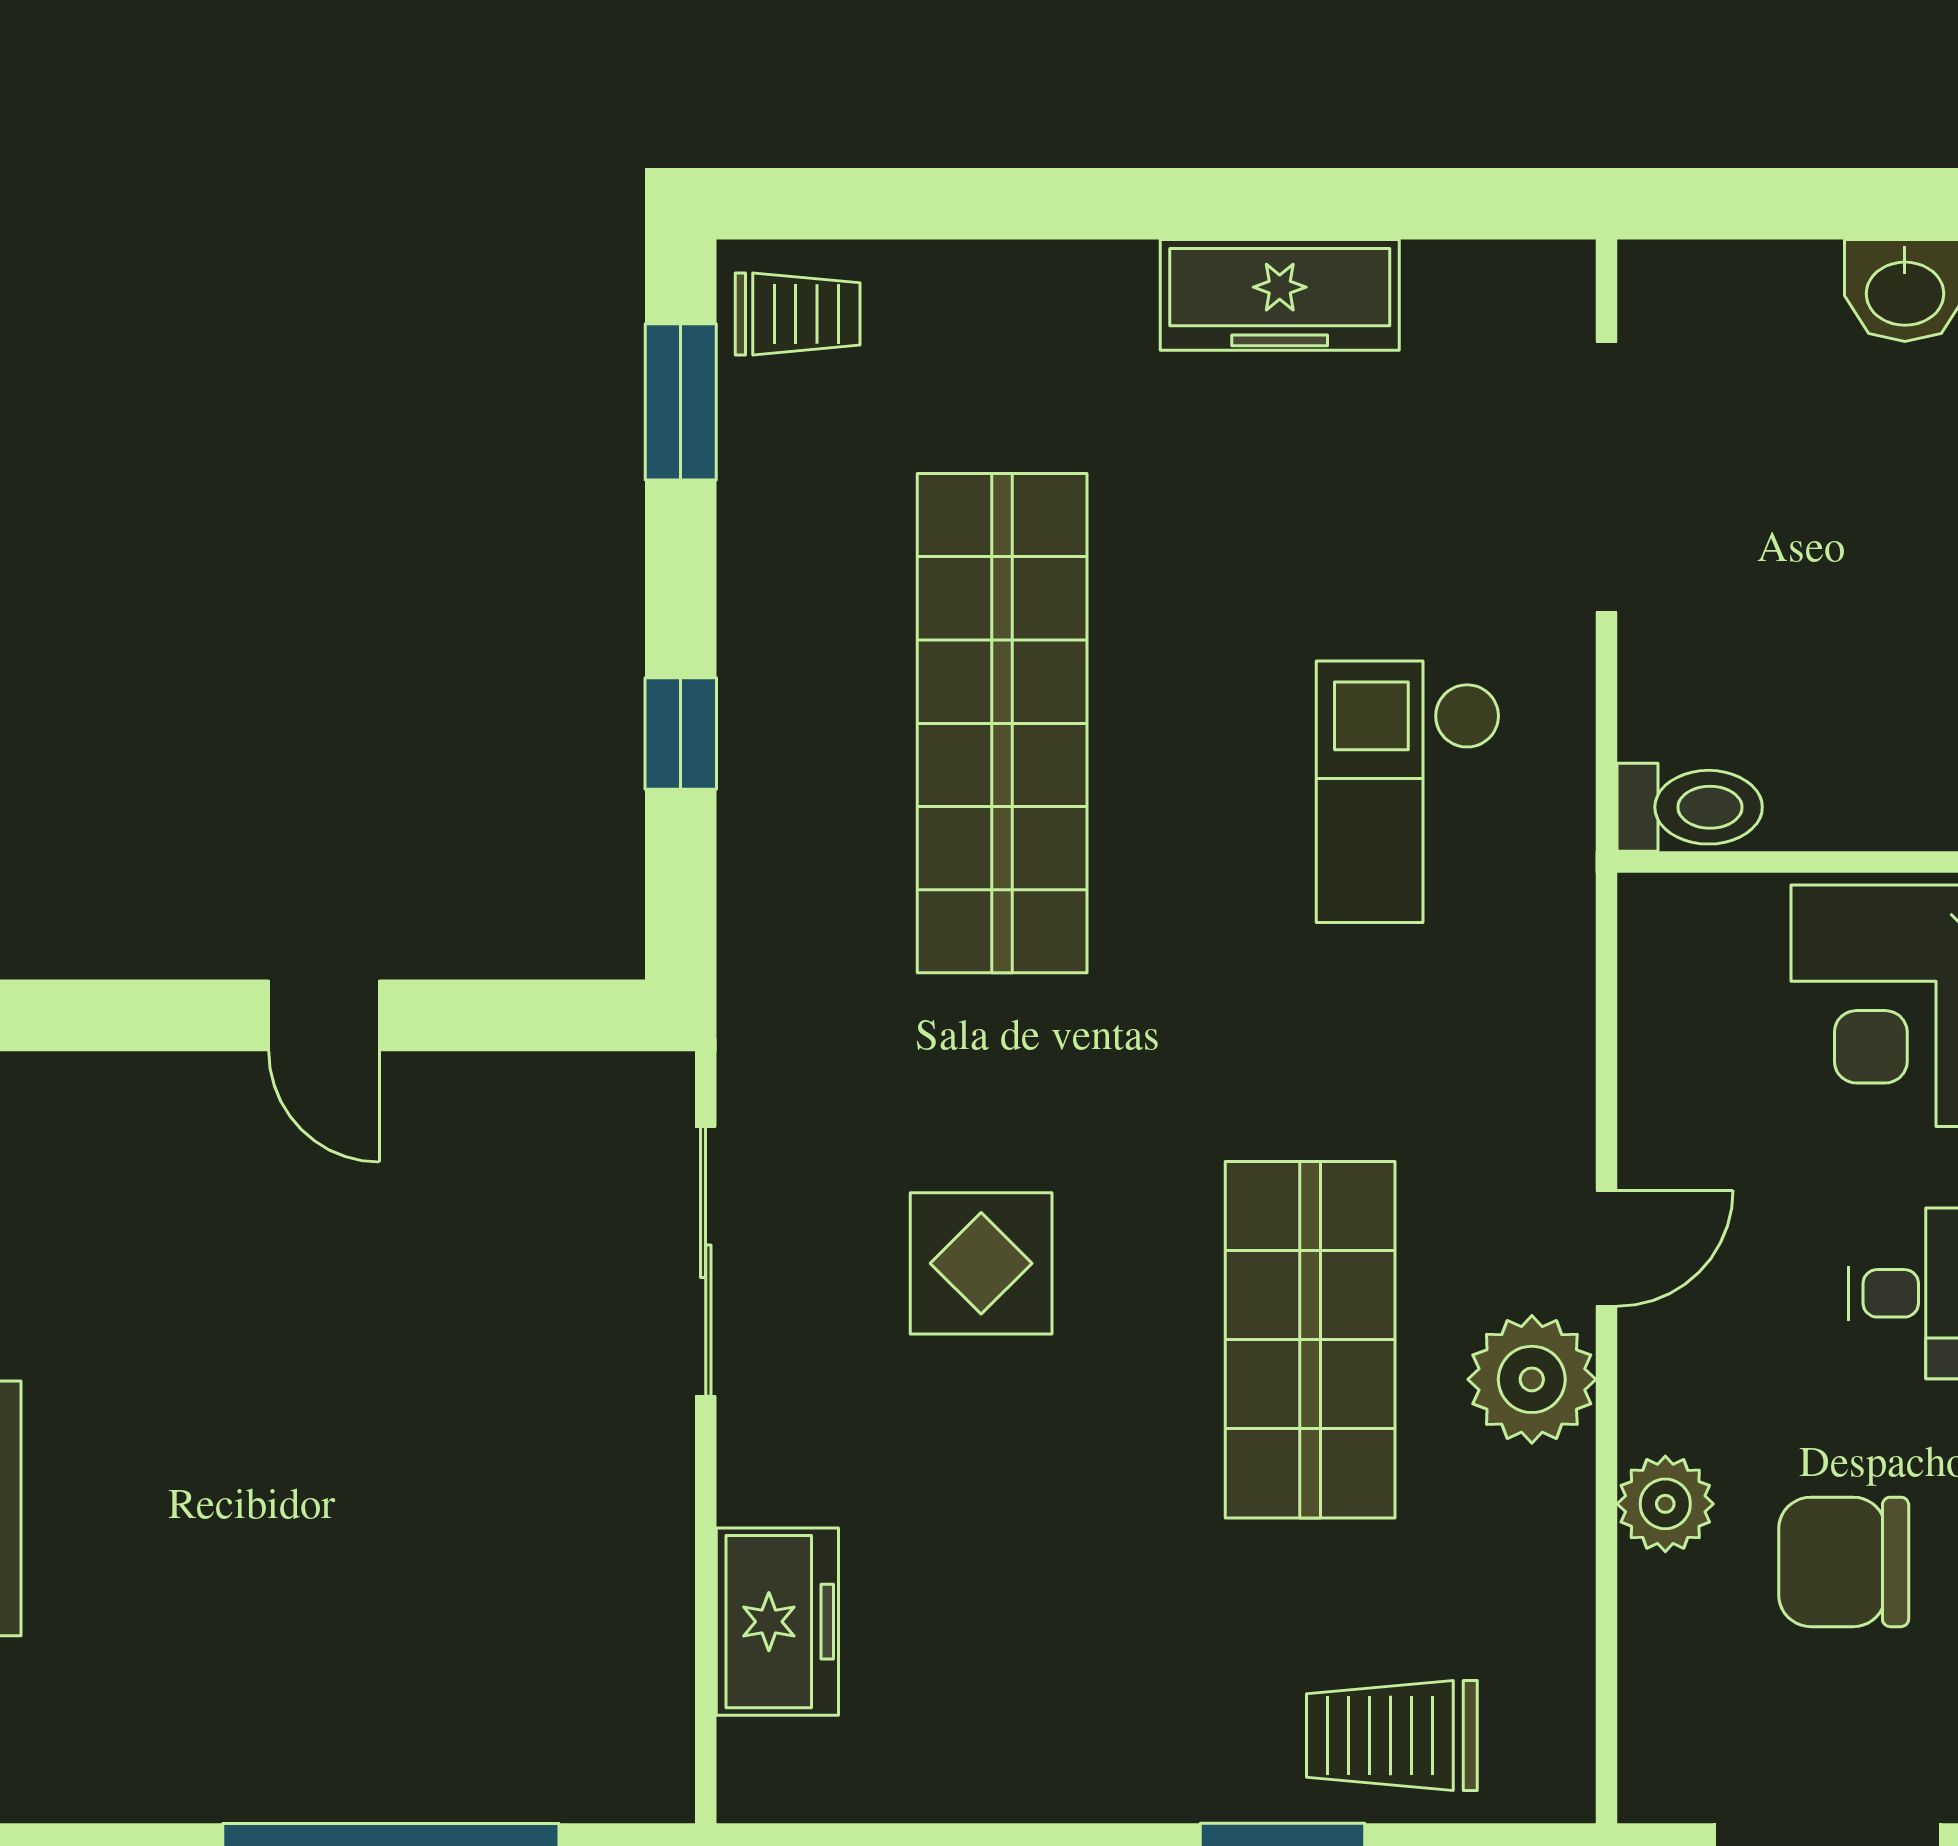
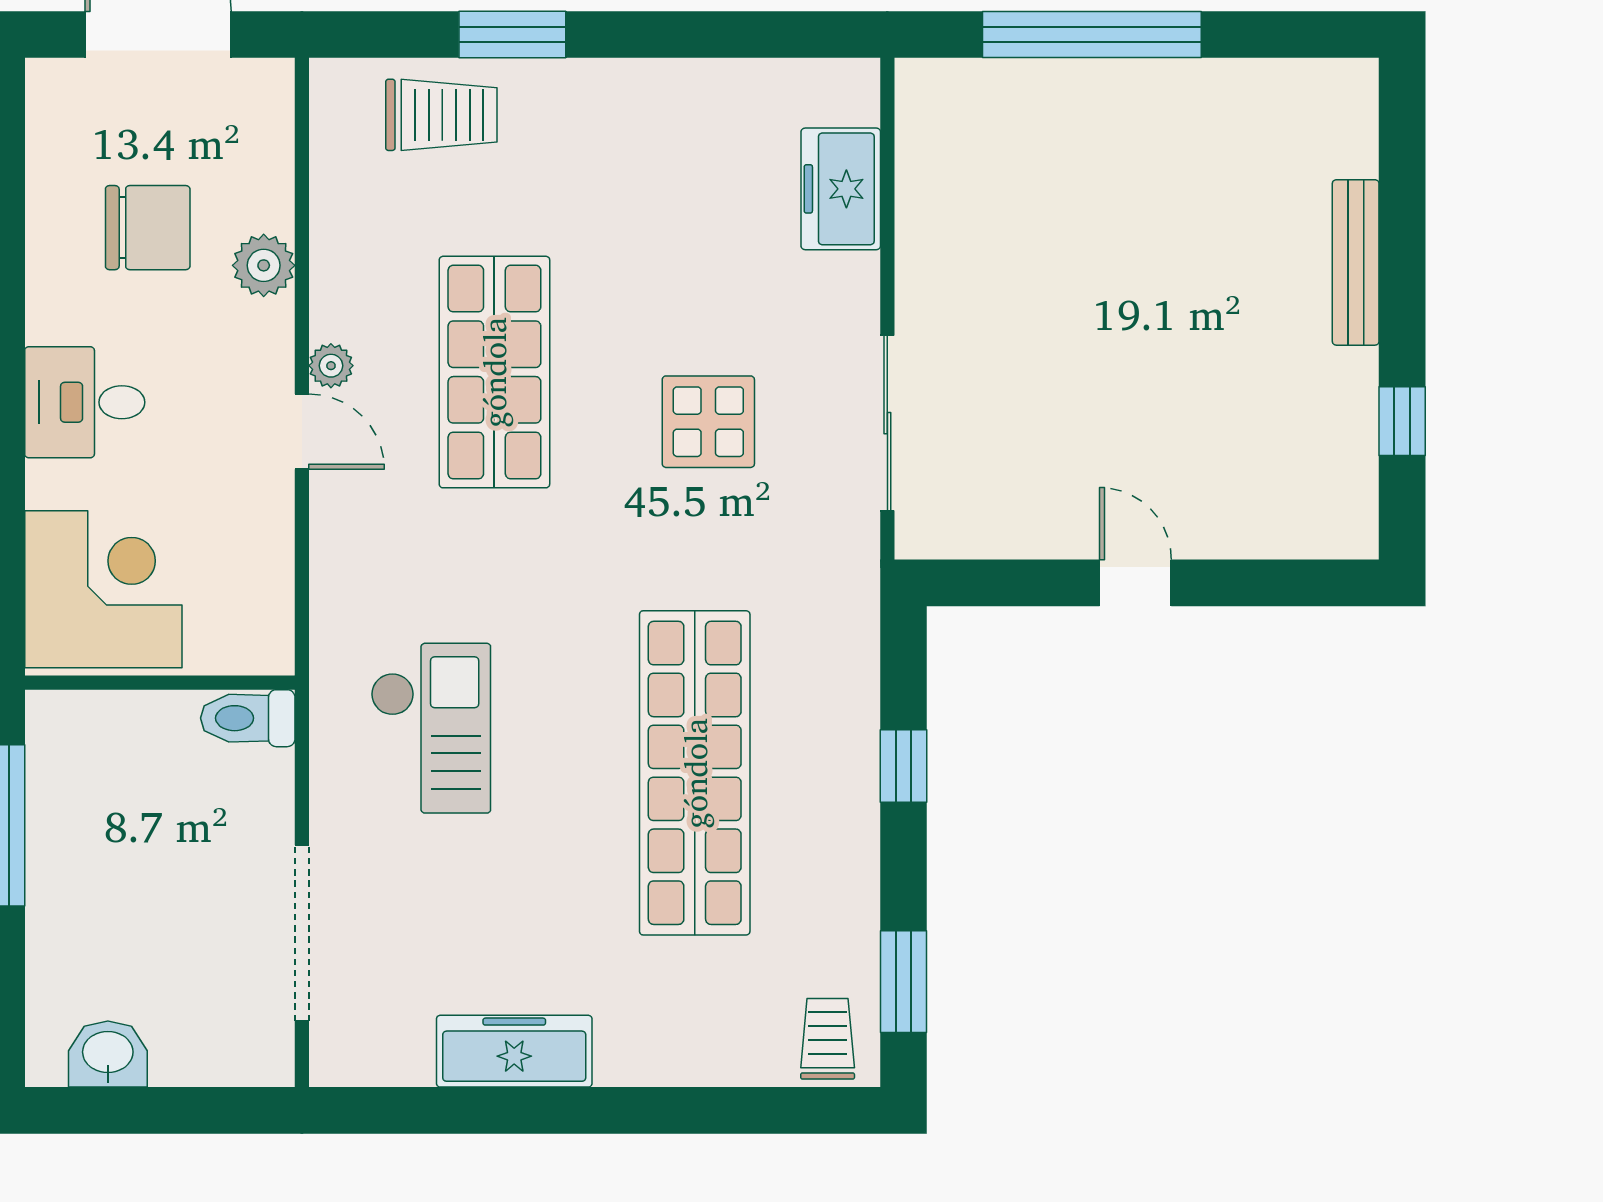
trolley: (798, 314) -> (828, 1039), turned 90
door: (1606, 1248) -> (302, 432), swing flipped
plant: (1532, 1379) -> (331, 366), width x0.53, depth x0.53

